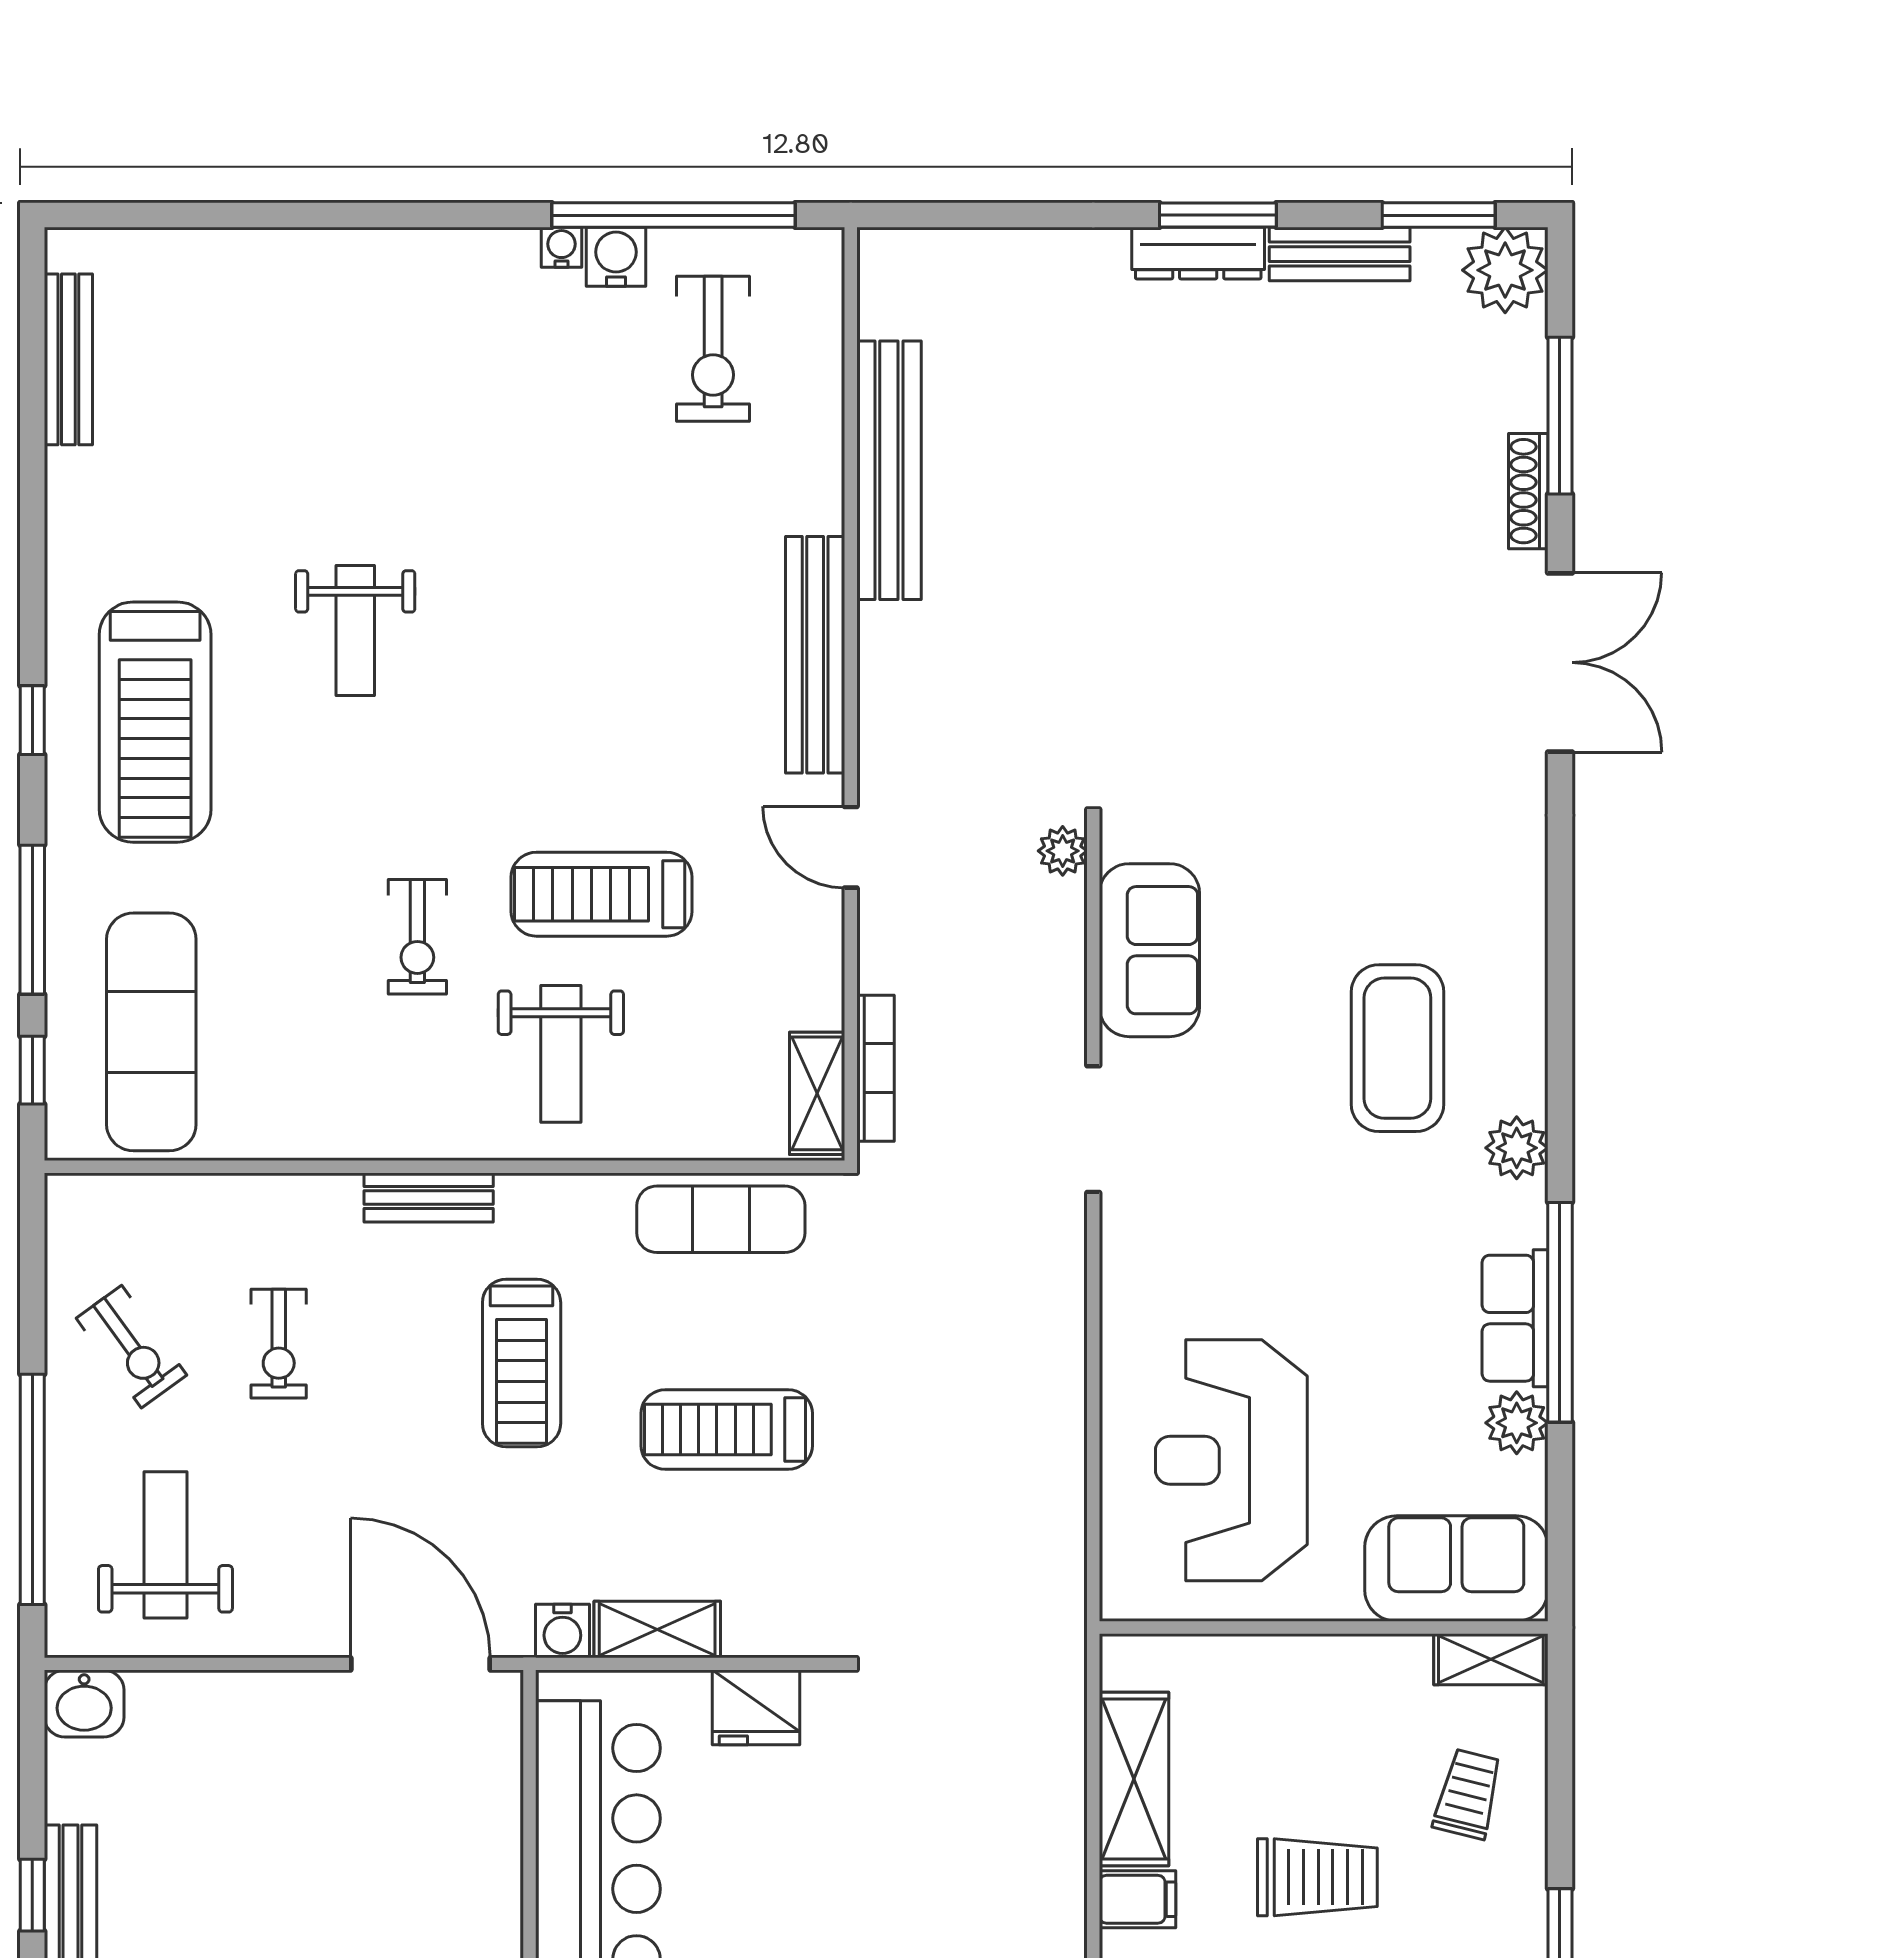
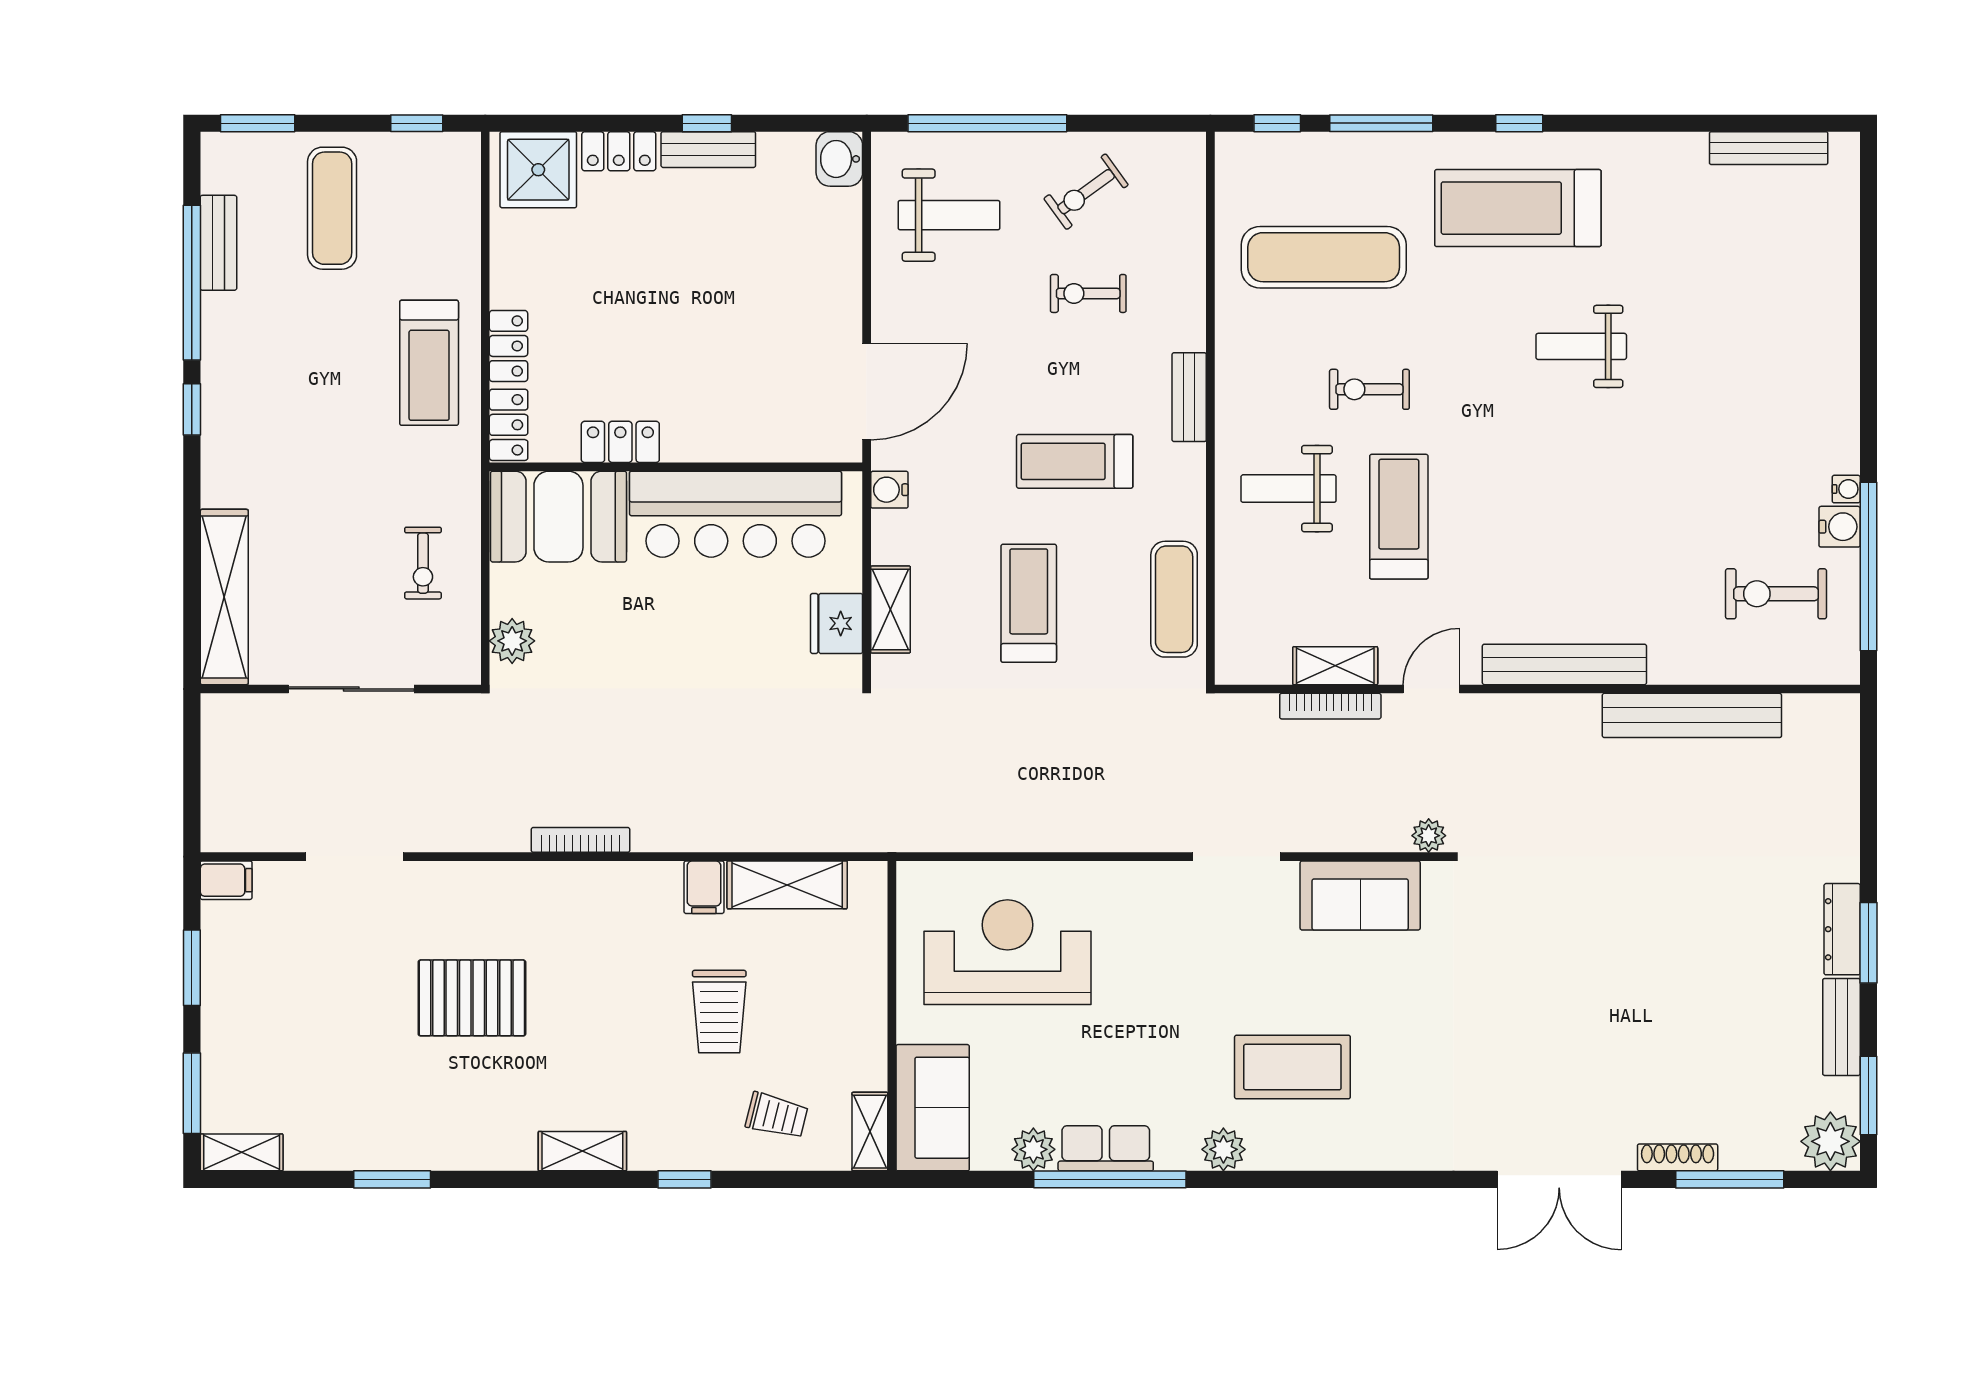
exercise mat: (151, 1032) -> (1324, 257), moved
bookcase: (875, 1068) -> (1330, 706), moved
shelving: (817, 1093) -> (1335, 666), moved
shelving: (657, 1629) -> (890, 609), moved

